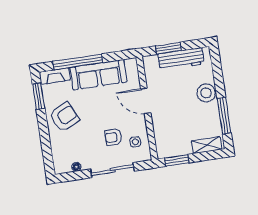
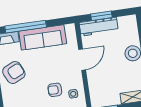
workbench: (181, 59) -> (99, 27), moved
door: (146, 101) -> (82, 60), swing flipped

